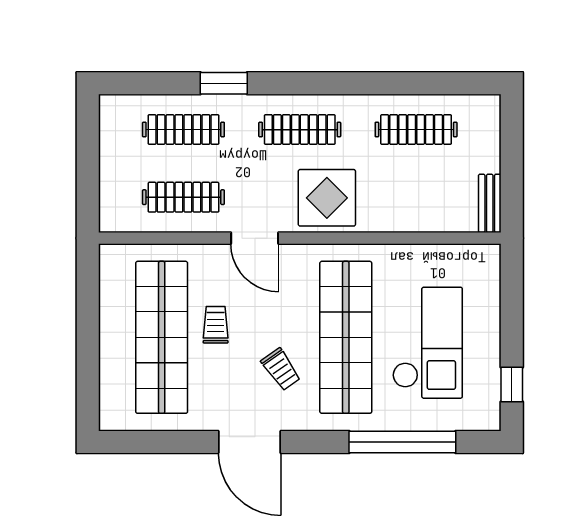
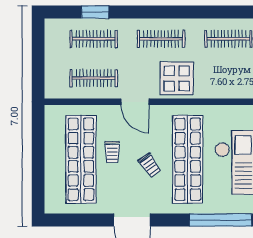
window: (224, 83) -> (95, 12), moved
trolley: (216, 325) -> (112, 152), turned 180
trolley: (281, 369) -> (150, 165), moved

